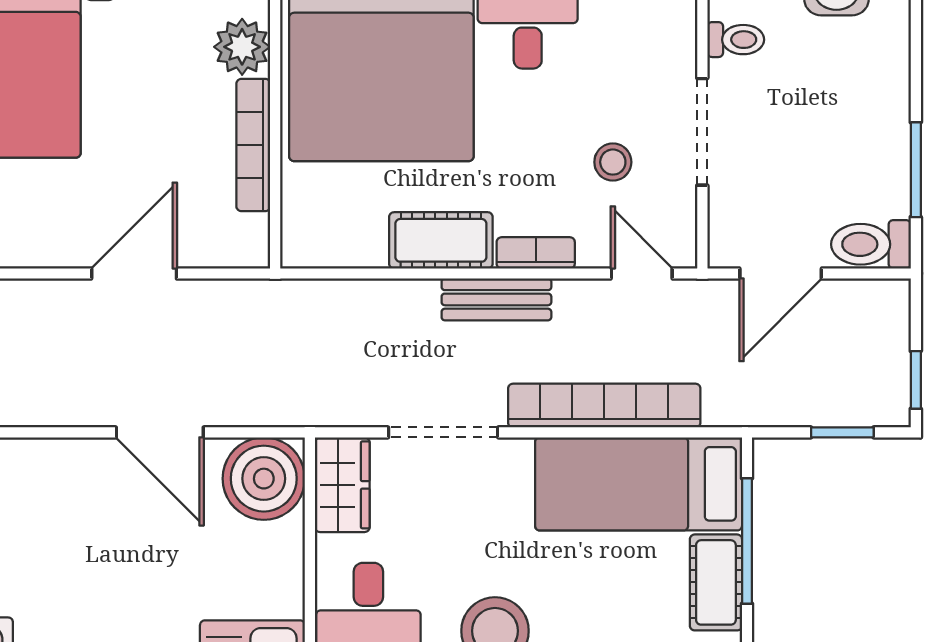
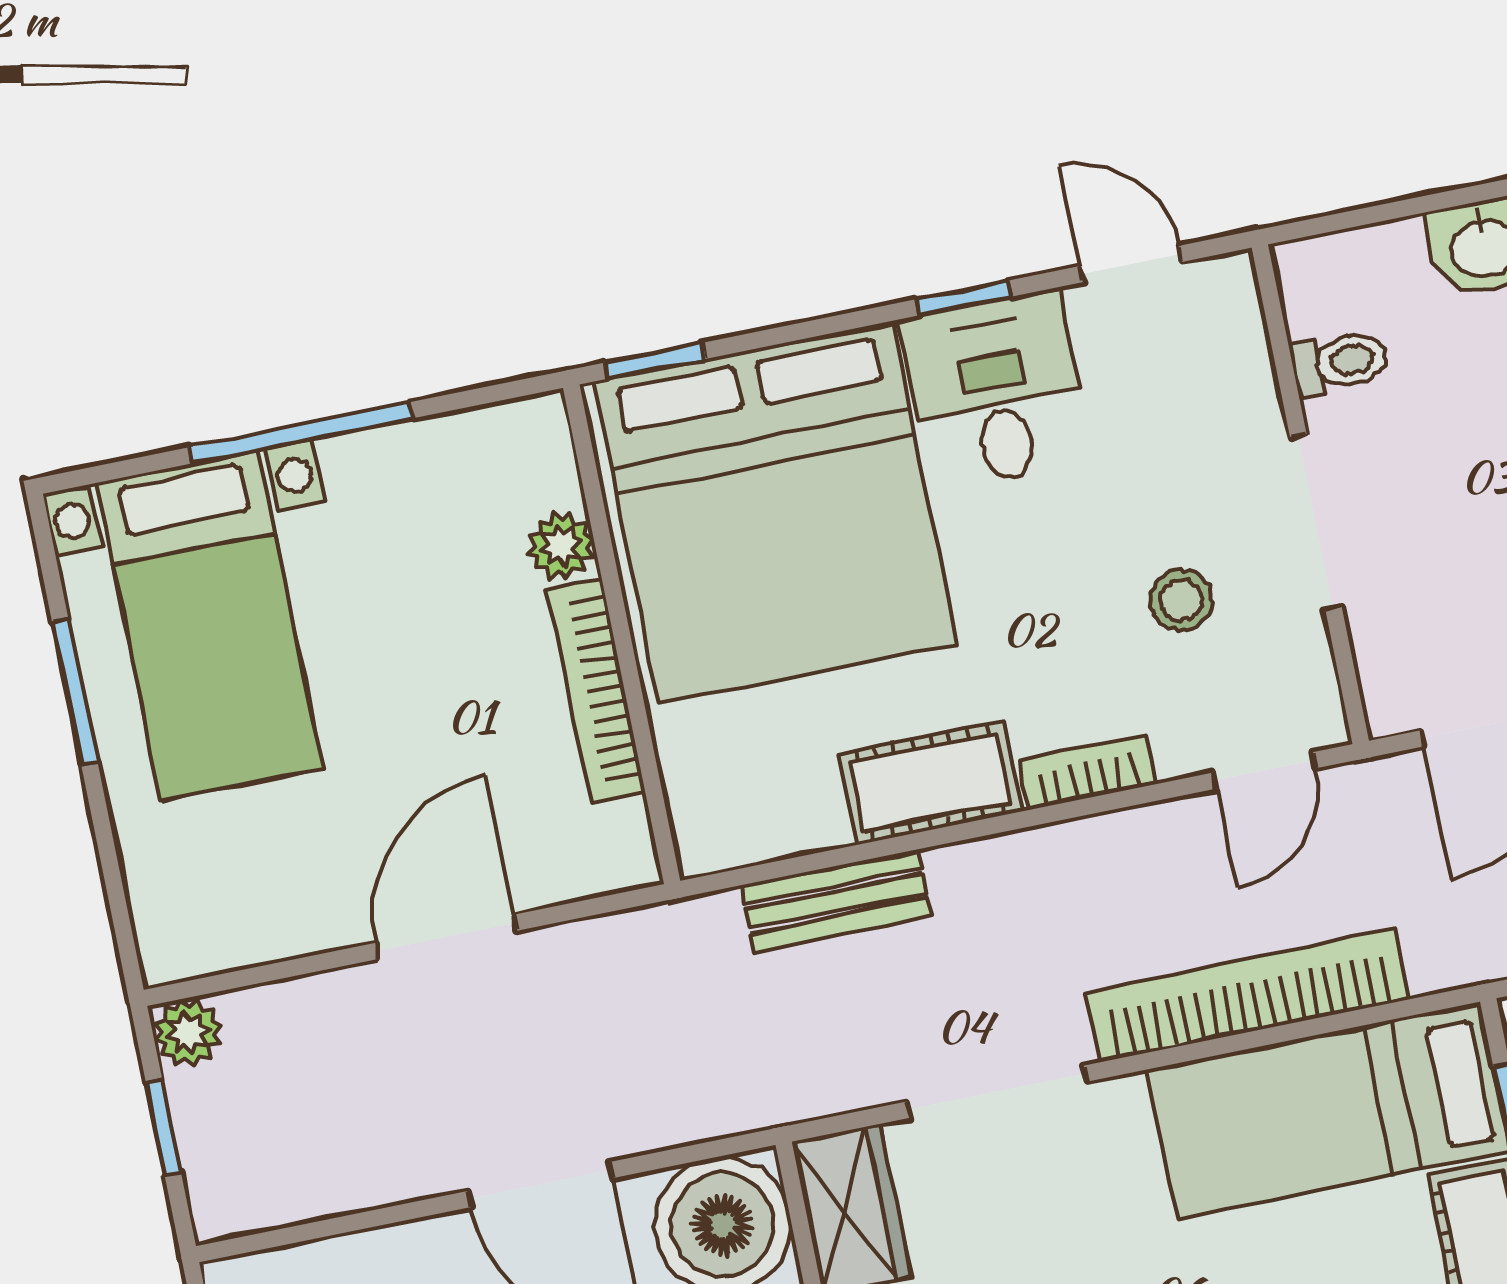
plant: (242, 47) -> (561, 546), width x0.73, depth x0.73
door: (642, 273) -> (1265, 770), swing flipped
bench: (496, 299) -> (835, 901), moved

